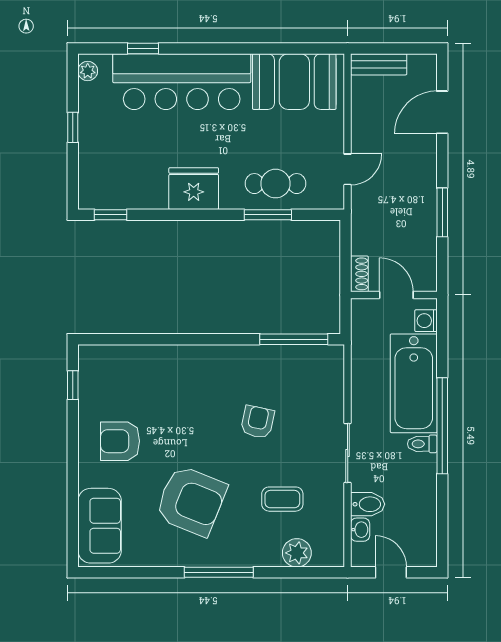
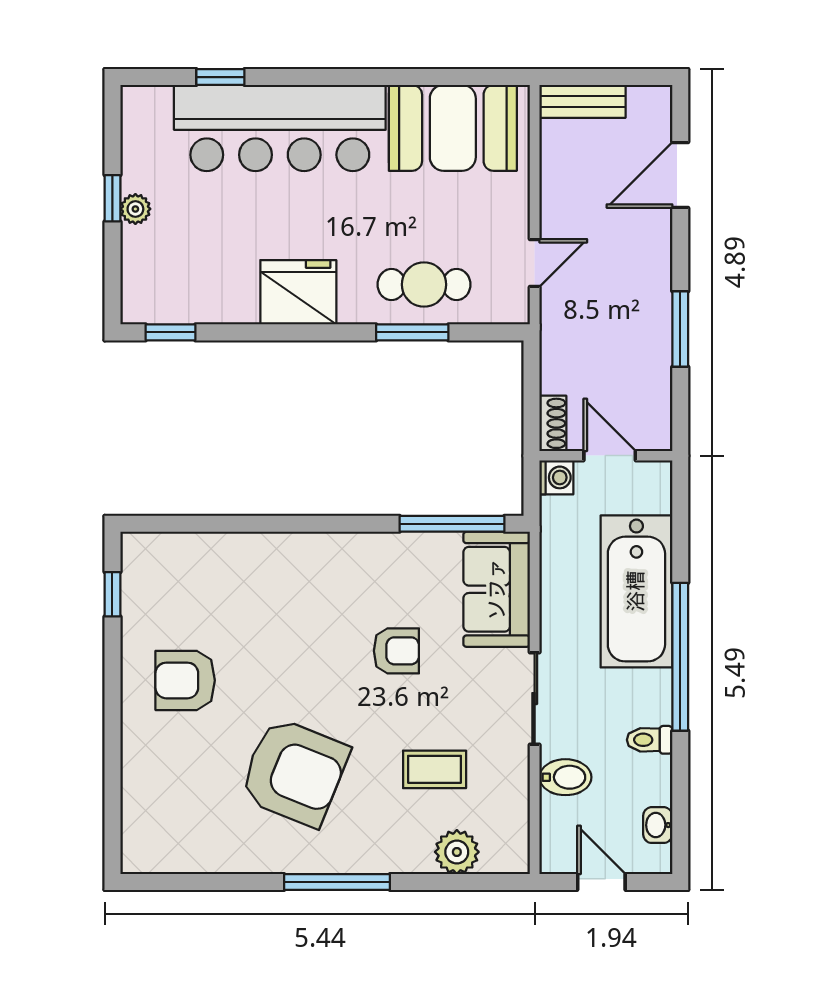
plant: (88, 71) -> (135, 209), moved
washing machine: (426, 321) -> (556, 477), moved, turned 180
armchair: (257, 422) -> (396, 651), turned 78
toilet: (422, 444) -> (650, 740), moved
sofa: (100, 526) -> (497, 589), moved, turned 180
washbasin: (360, 530) -> (658, 825), moved, turned 180

